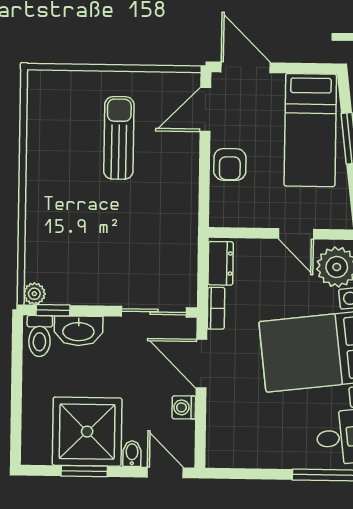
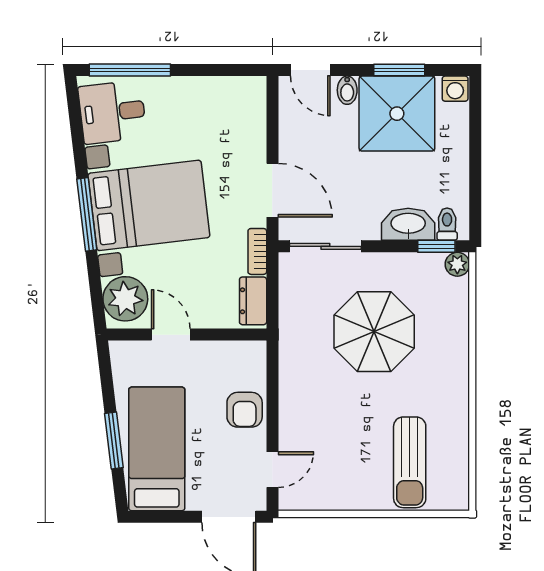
door: (205, 110) -> (272, 470), width x0.73
sun lounger: (119, 138) -> (410, 462), moved
armchair: (230, 164) -> (245, 410), turned 180
parasol: (111, 234) -> (374, 332), added
toilet: (40, 336) -> (447, 224), width x0.73, depth x0.72
washing machine: (184, 407) -> (455, 89), moved, turned 90

